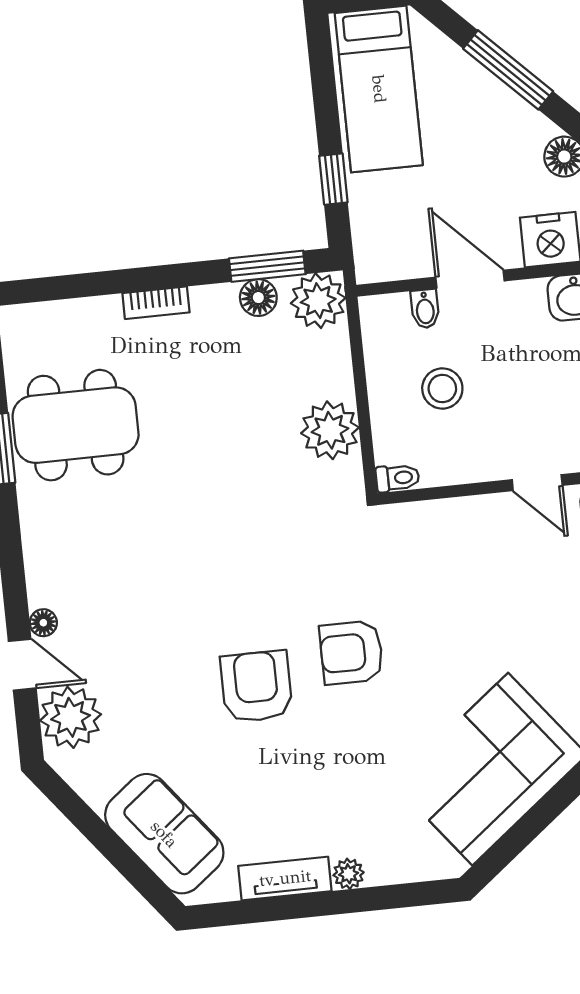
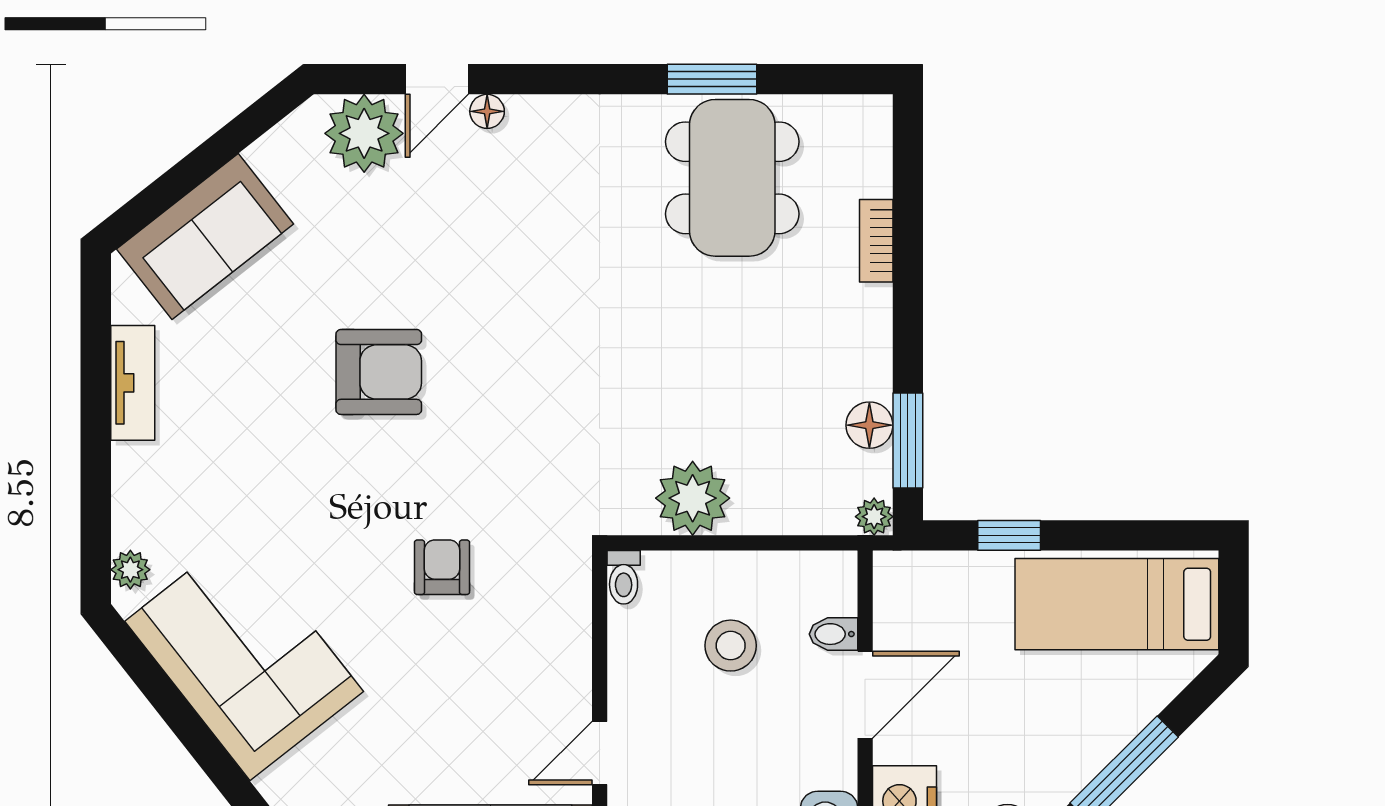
plant: (318, 301) -> (874, 517), width x0.53, depth x0.53
bookcase: (156, 303) -> (876, 241), moved
armchair: (351, 652) -> (442, 567), moved, width x0.72, depth x0.72
plant: (349, 874) -> (130, 570), moved

